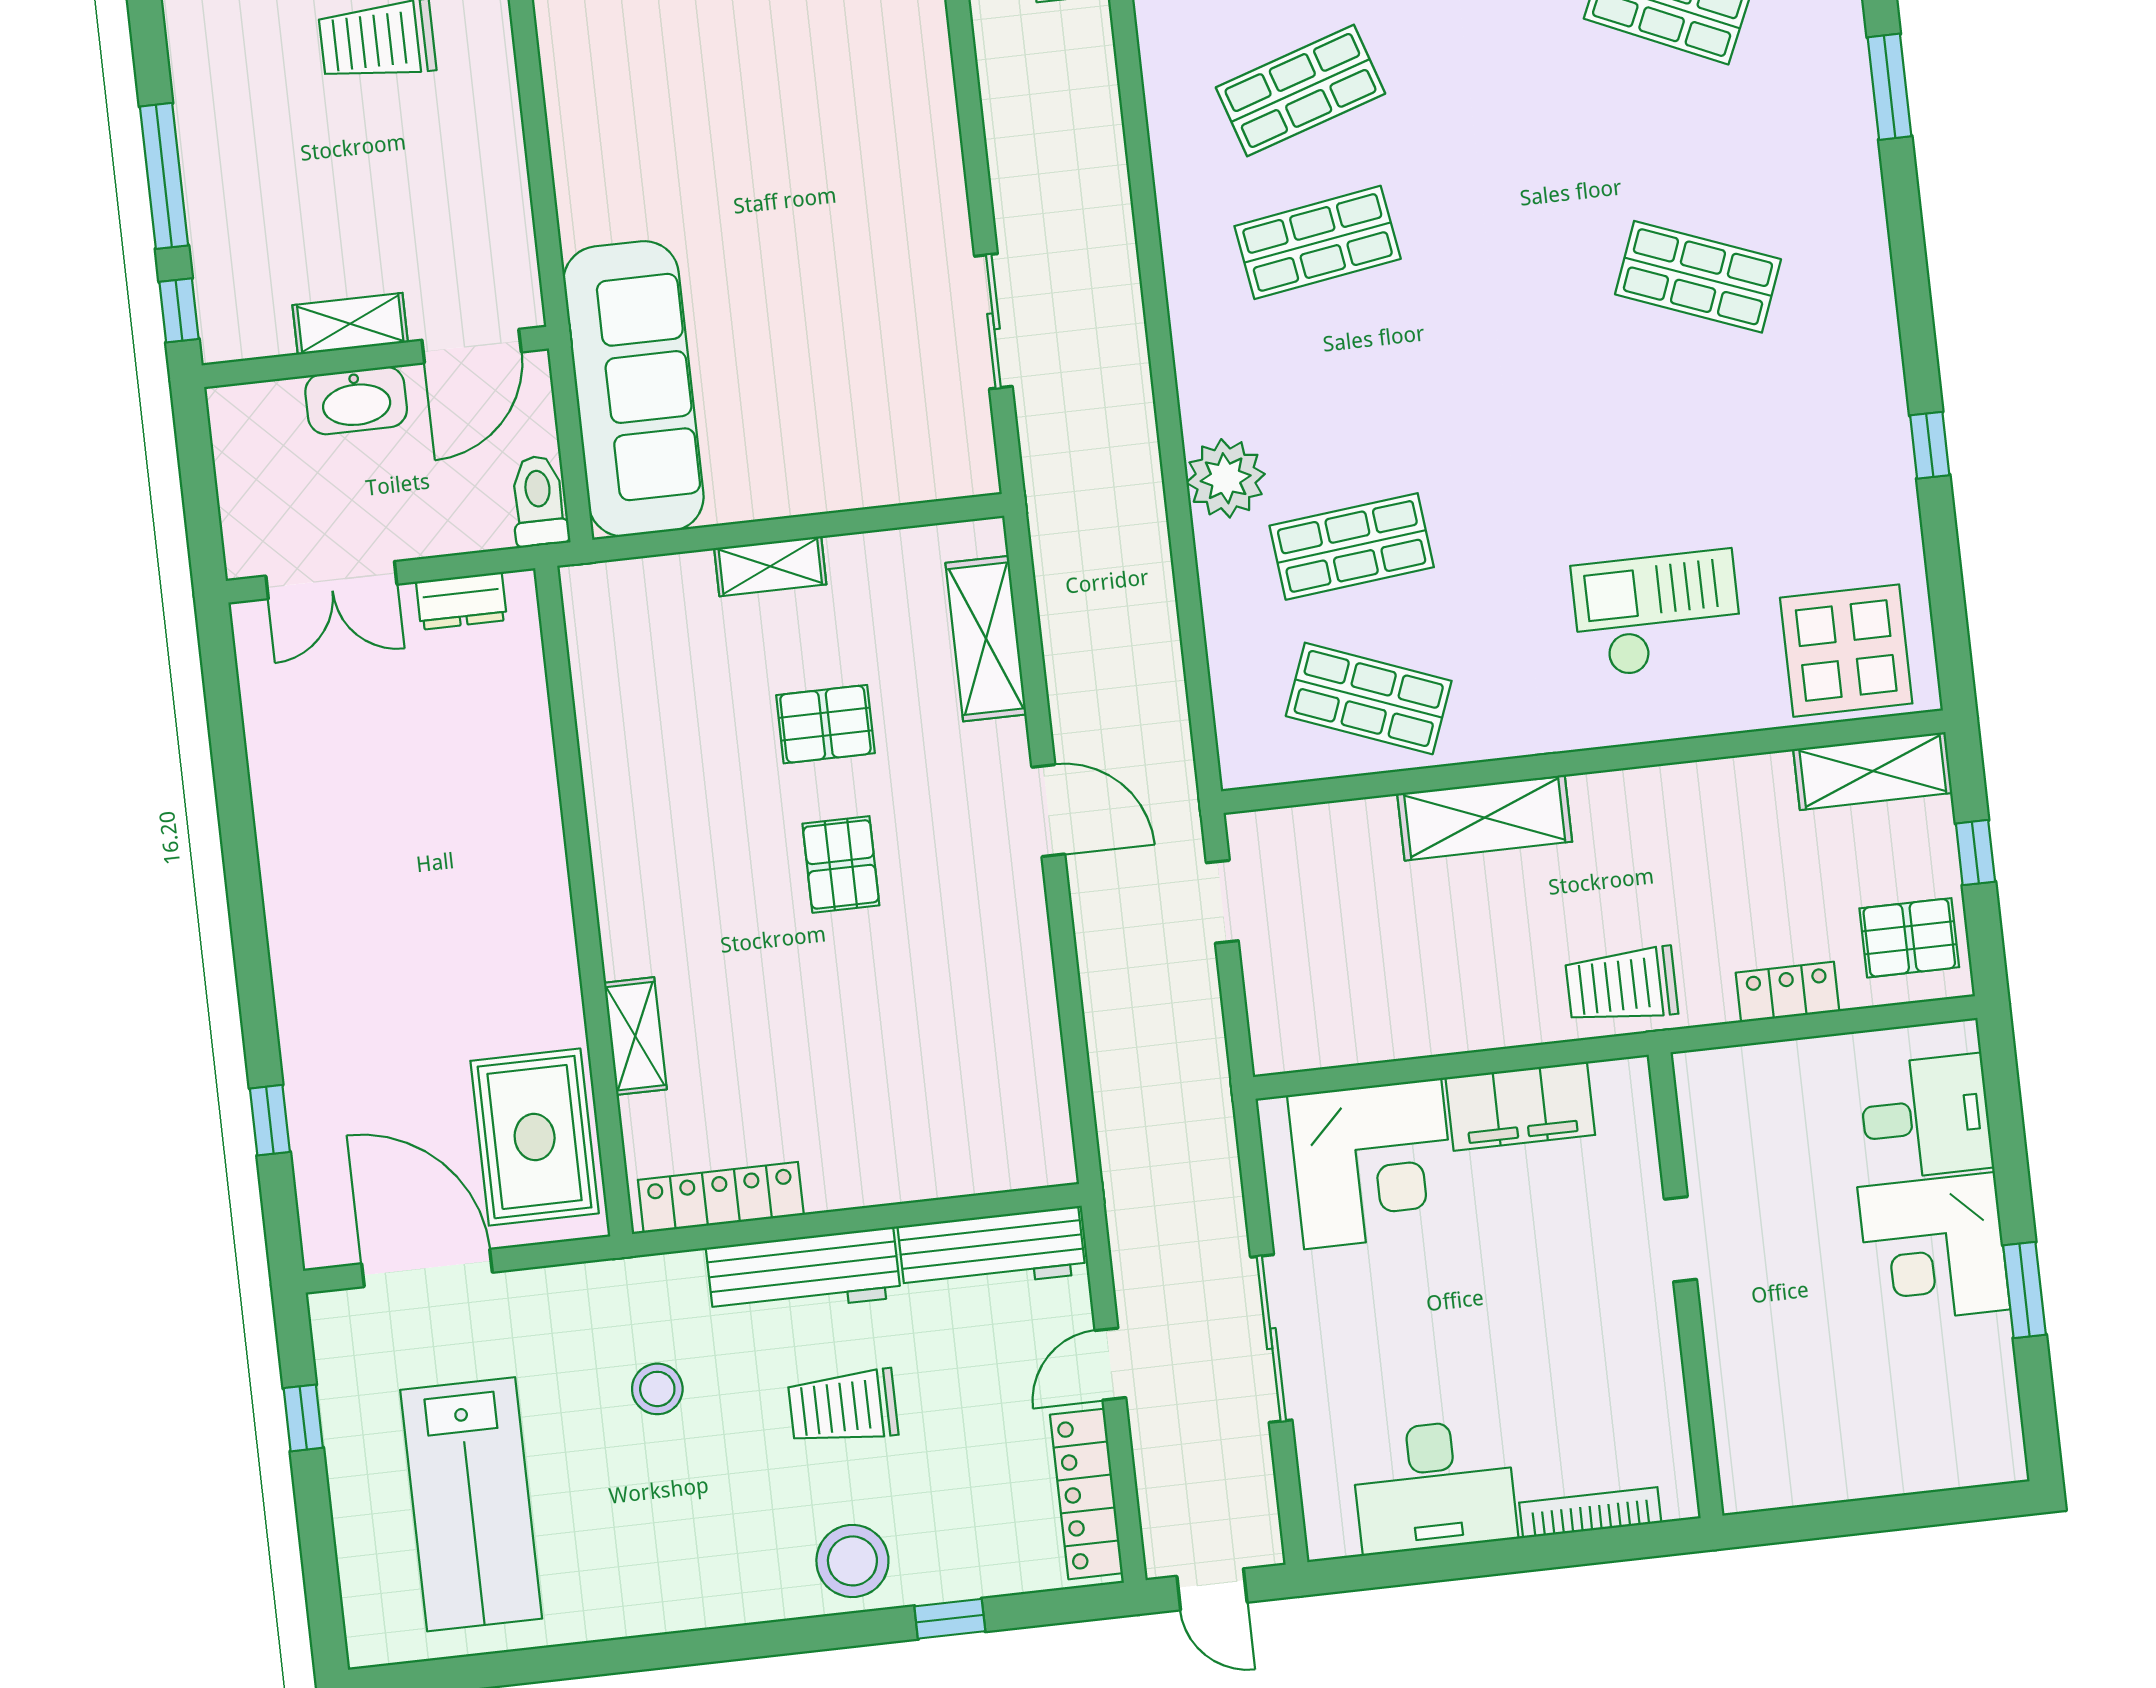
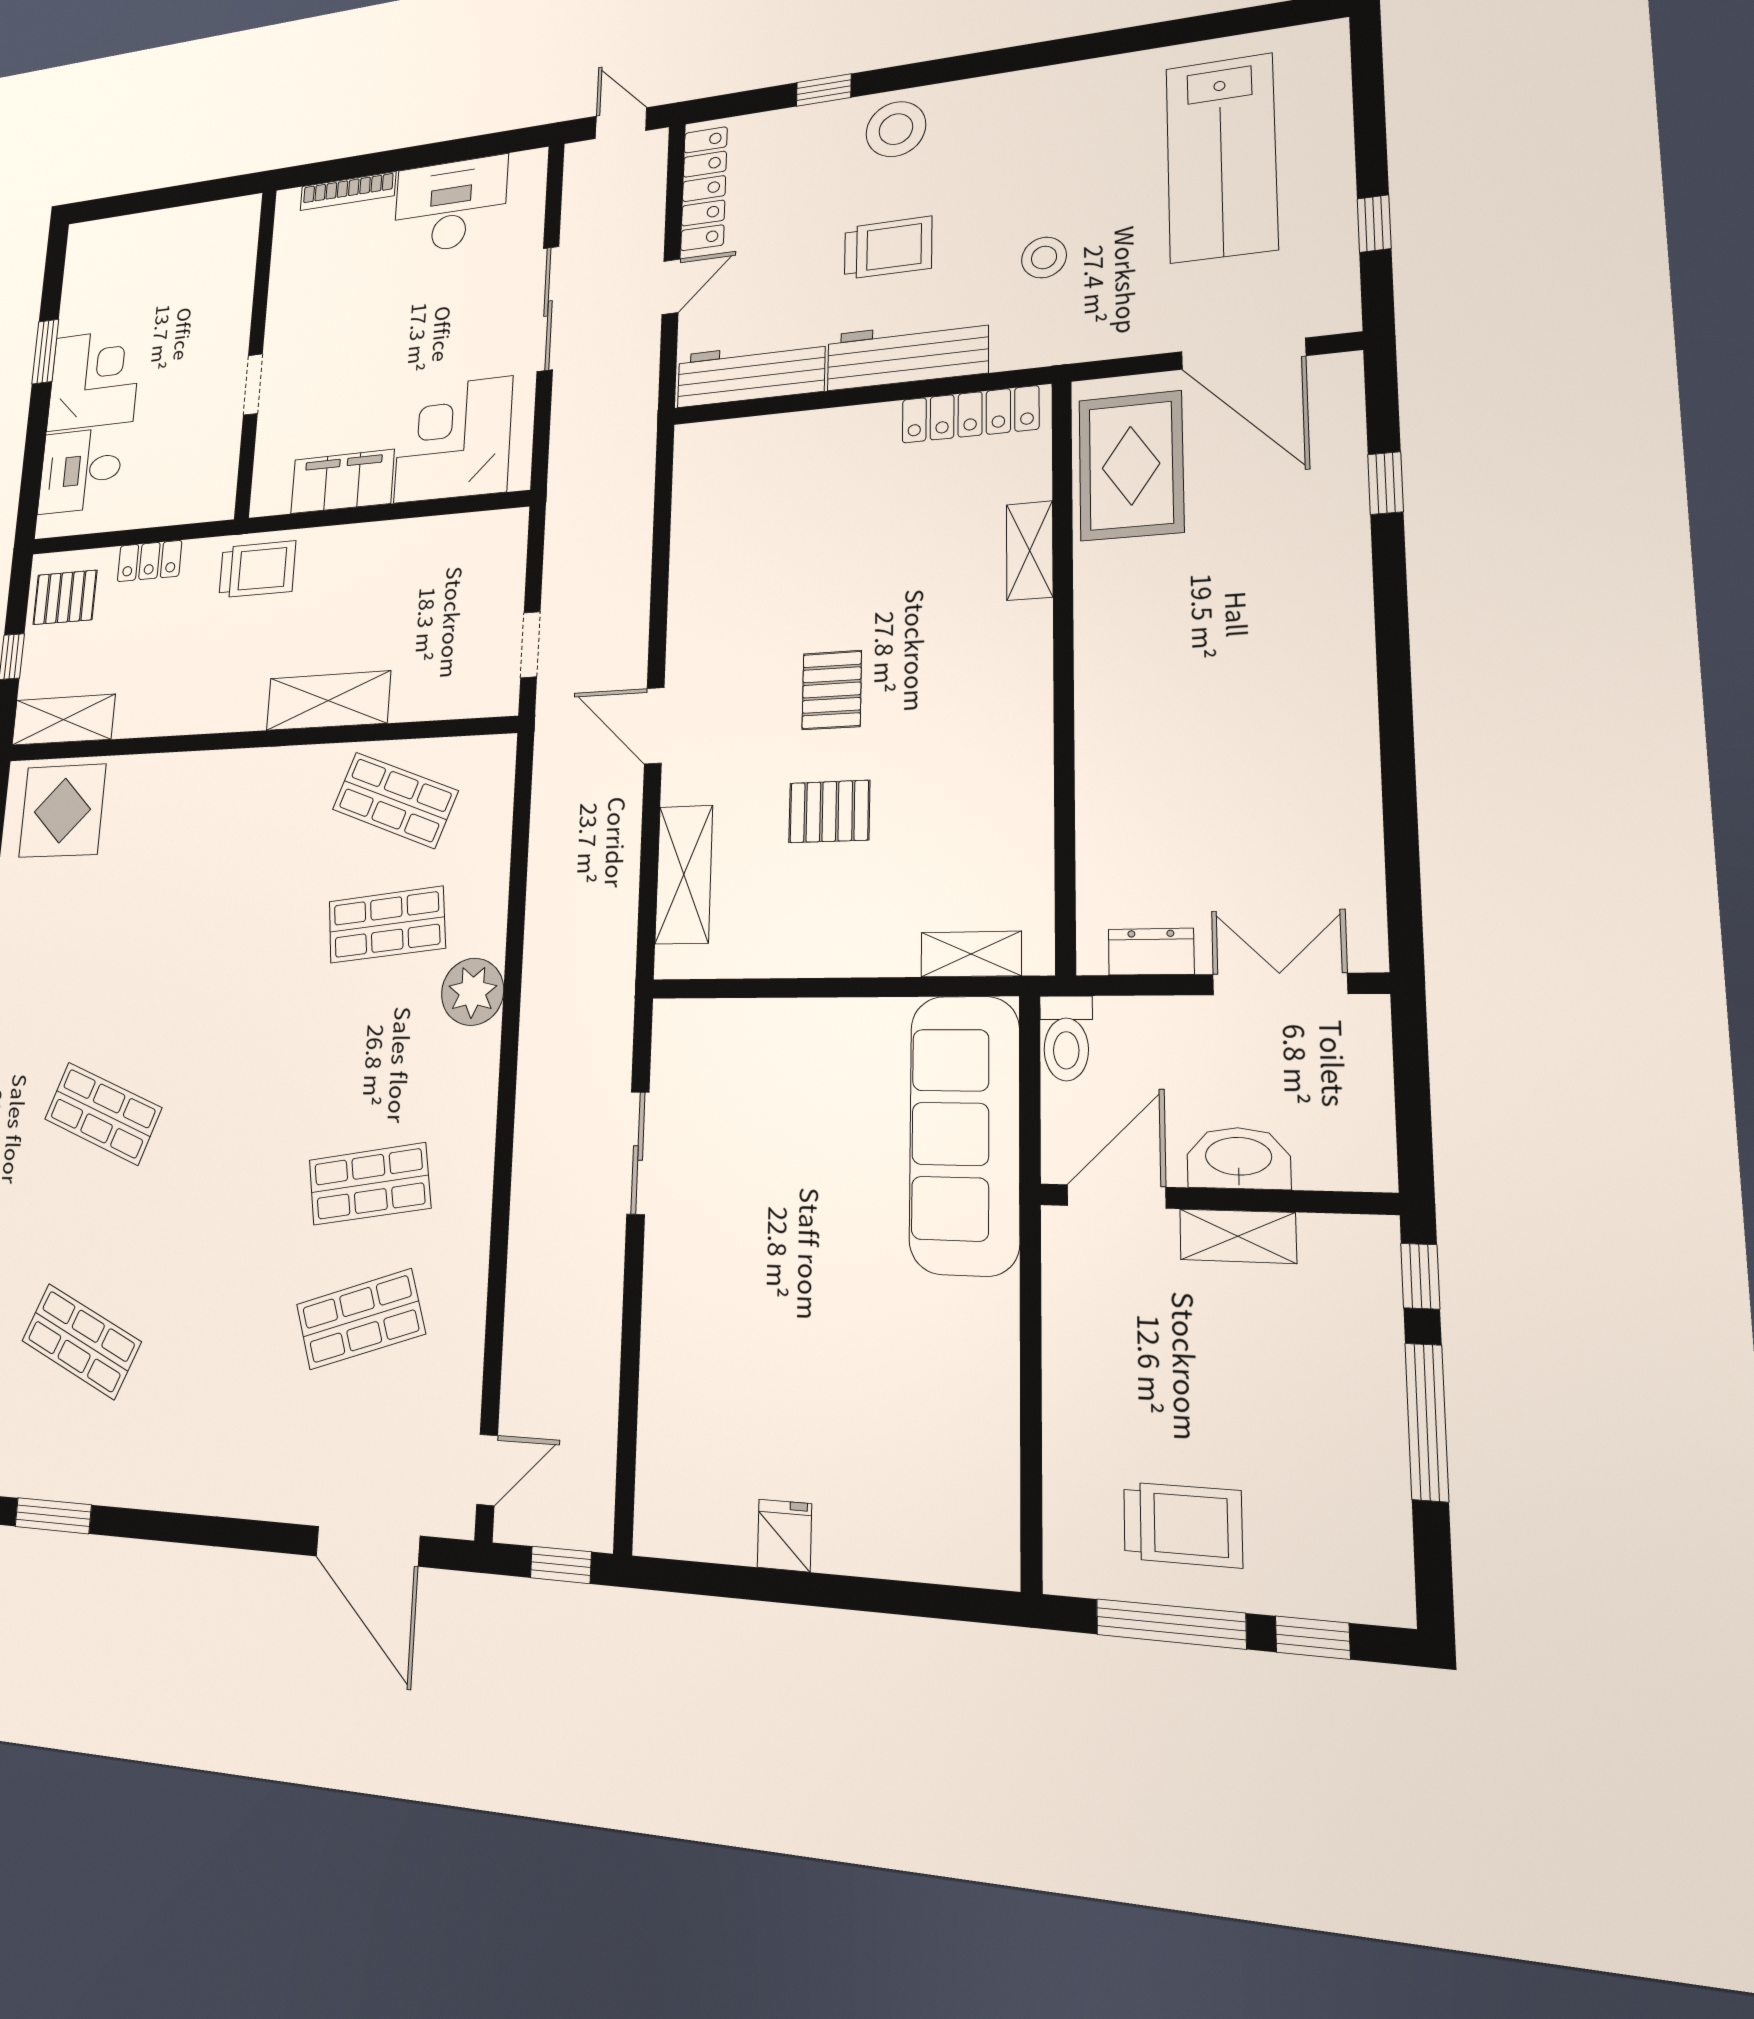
shelving: (770, 566) -> (971, 954), moved
checkout: (1657, 614) -> (181, 850), removed
lab bench: (471, 1504) -> (1221, 158), turned 180

